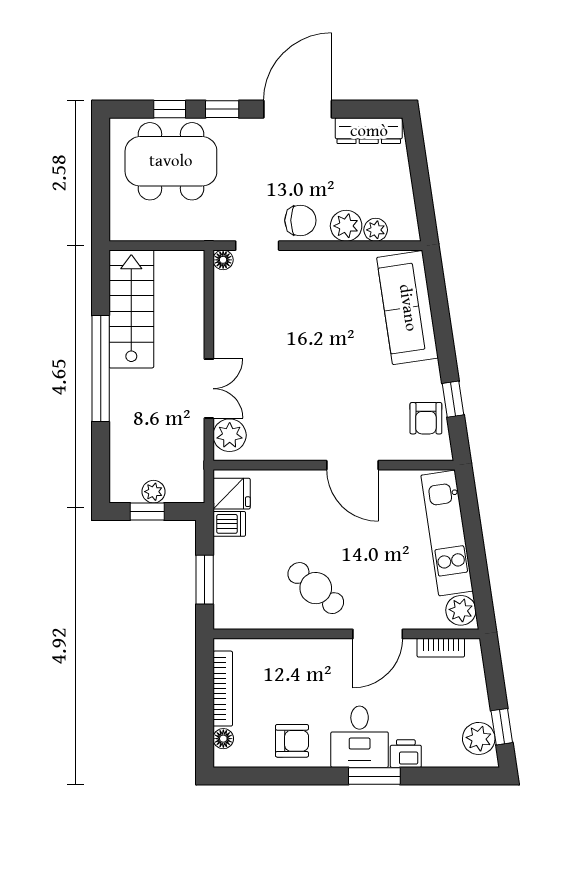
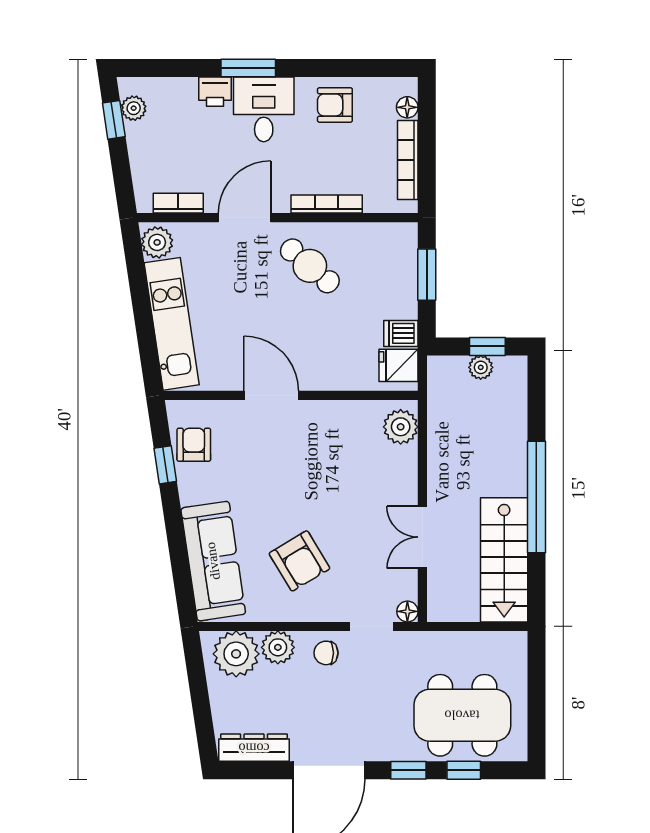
chair: (300, 220) -> (326, 653), width x0.73, depth x0.73
plant: (376, 230) -> (236, 654), width x1.87, depth x1.87
armchair: (326, 308) -> (299, 561), added
double door: (209, 389) -> (422, 537), moved
bookcase: (300, 647) -> (327, 204), added
plant: (479, 738) -> (134, 108), width x0.73, depth x0.73

